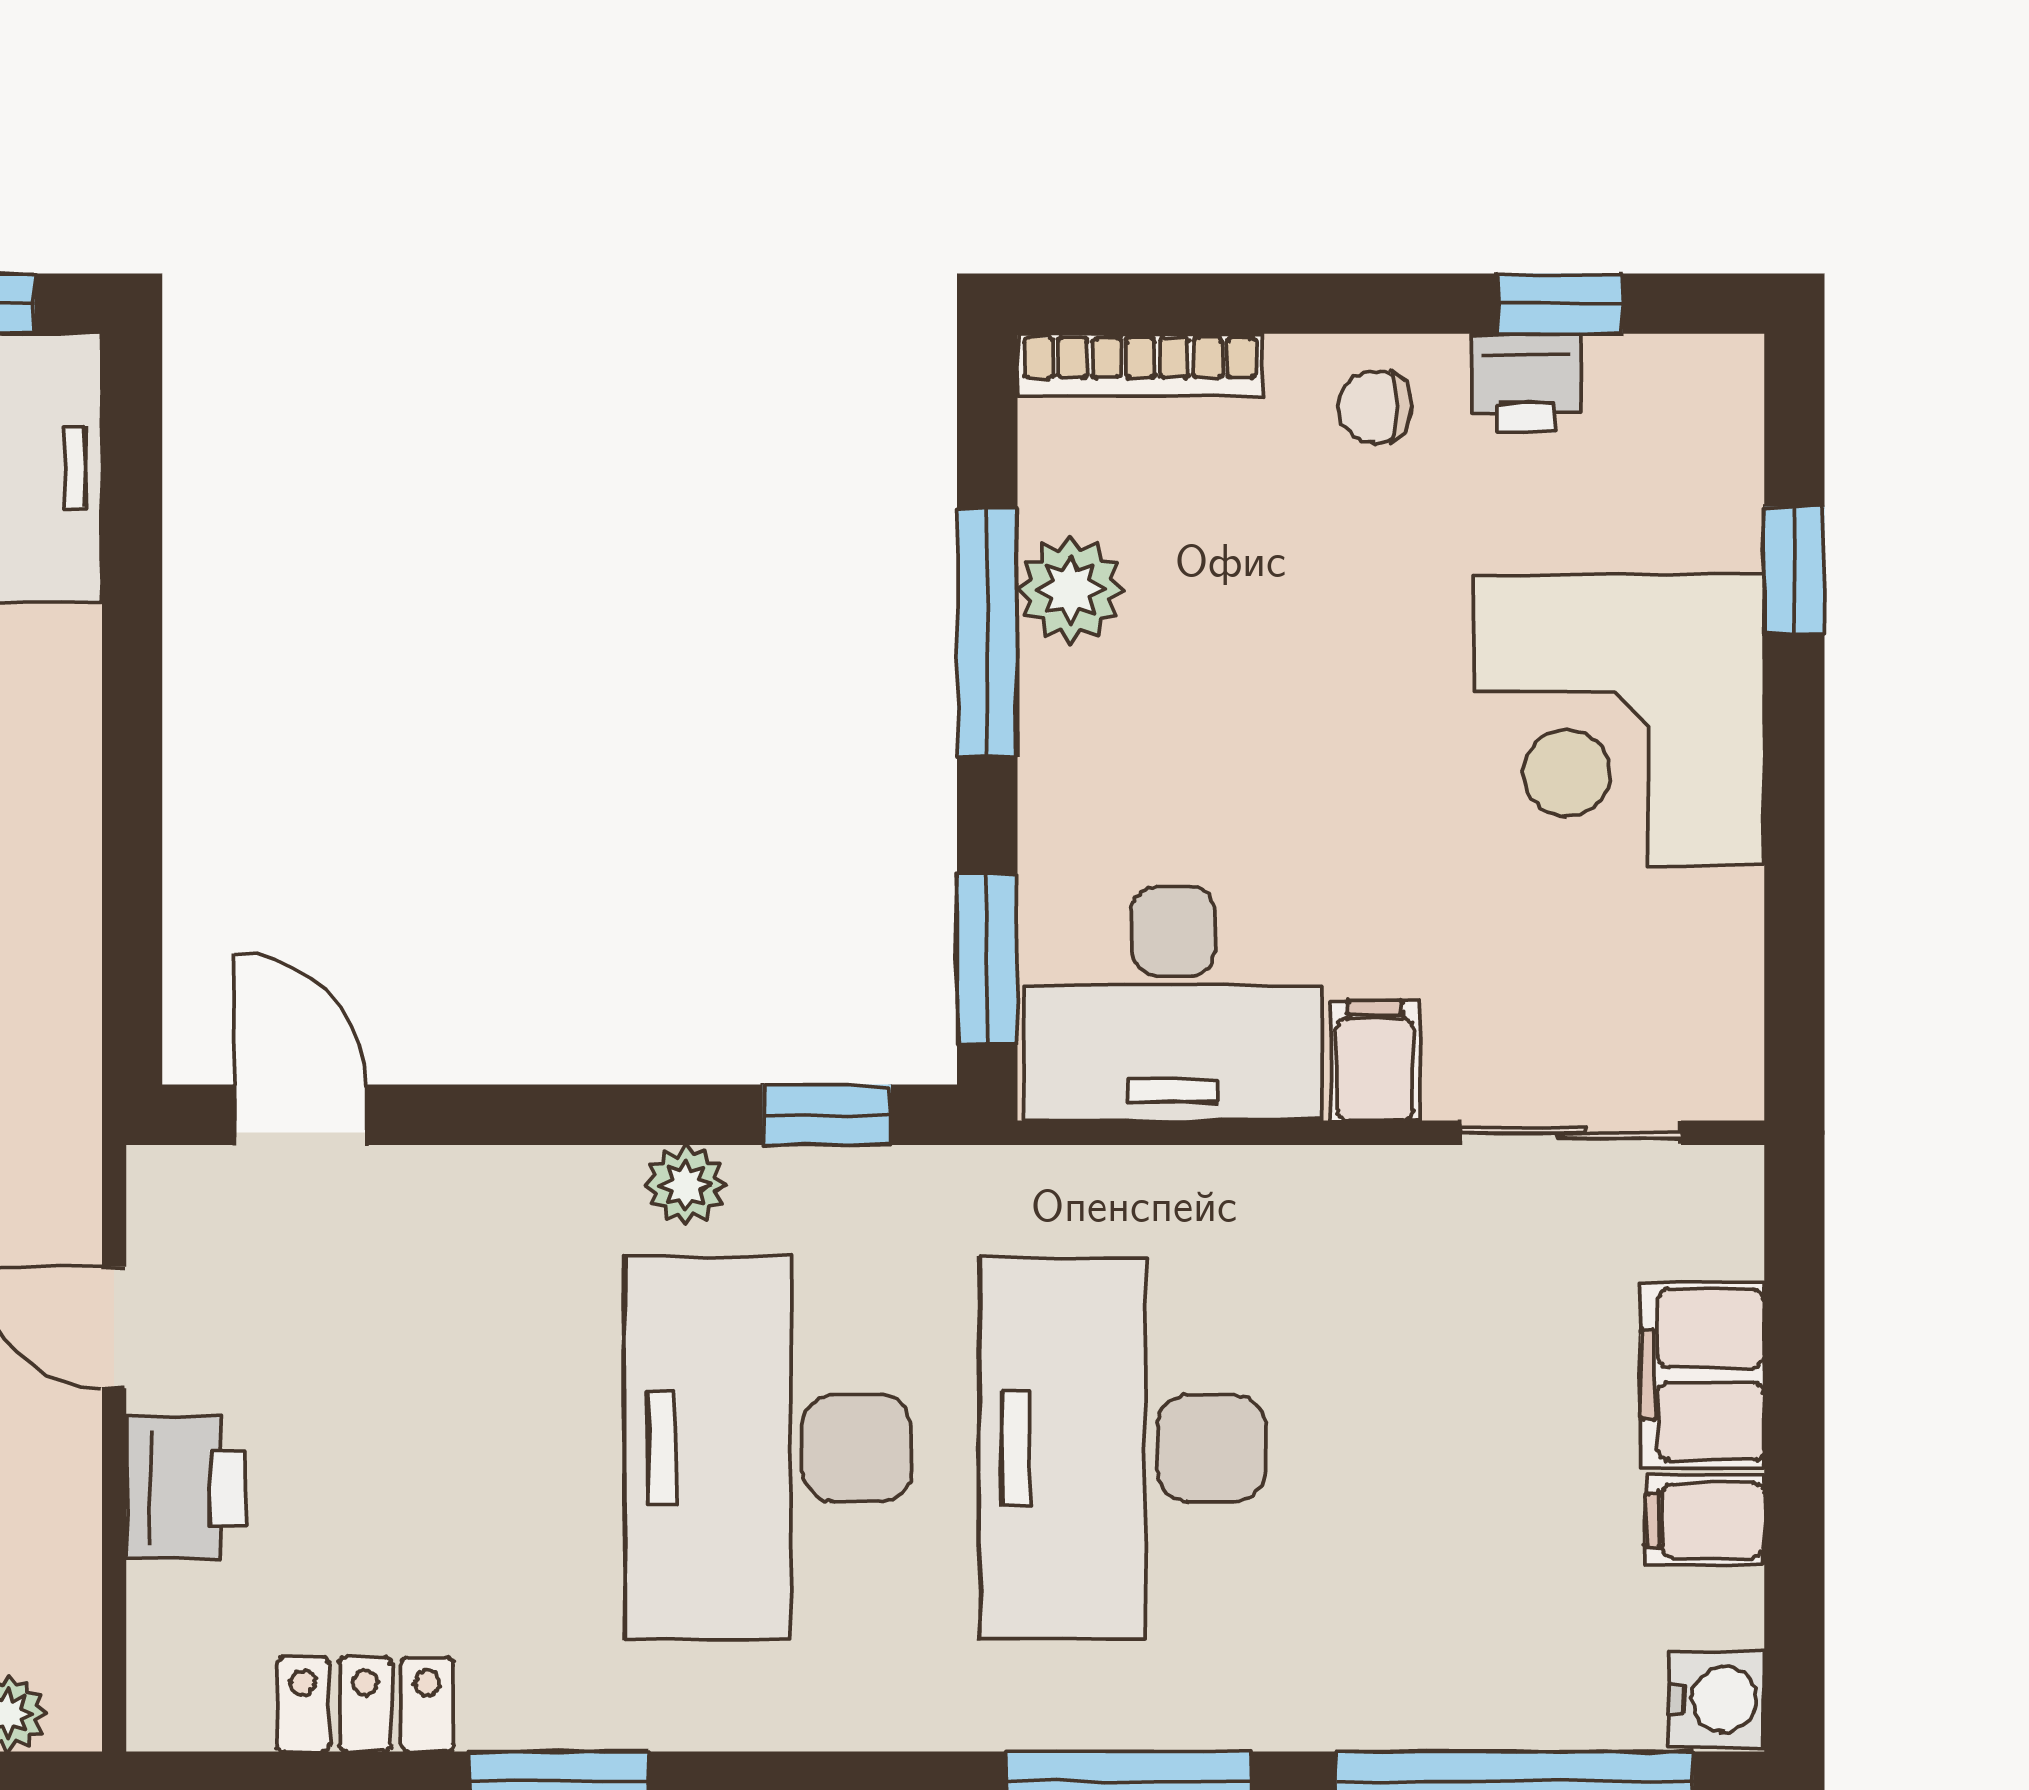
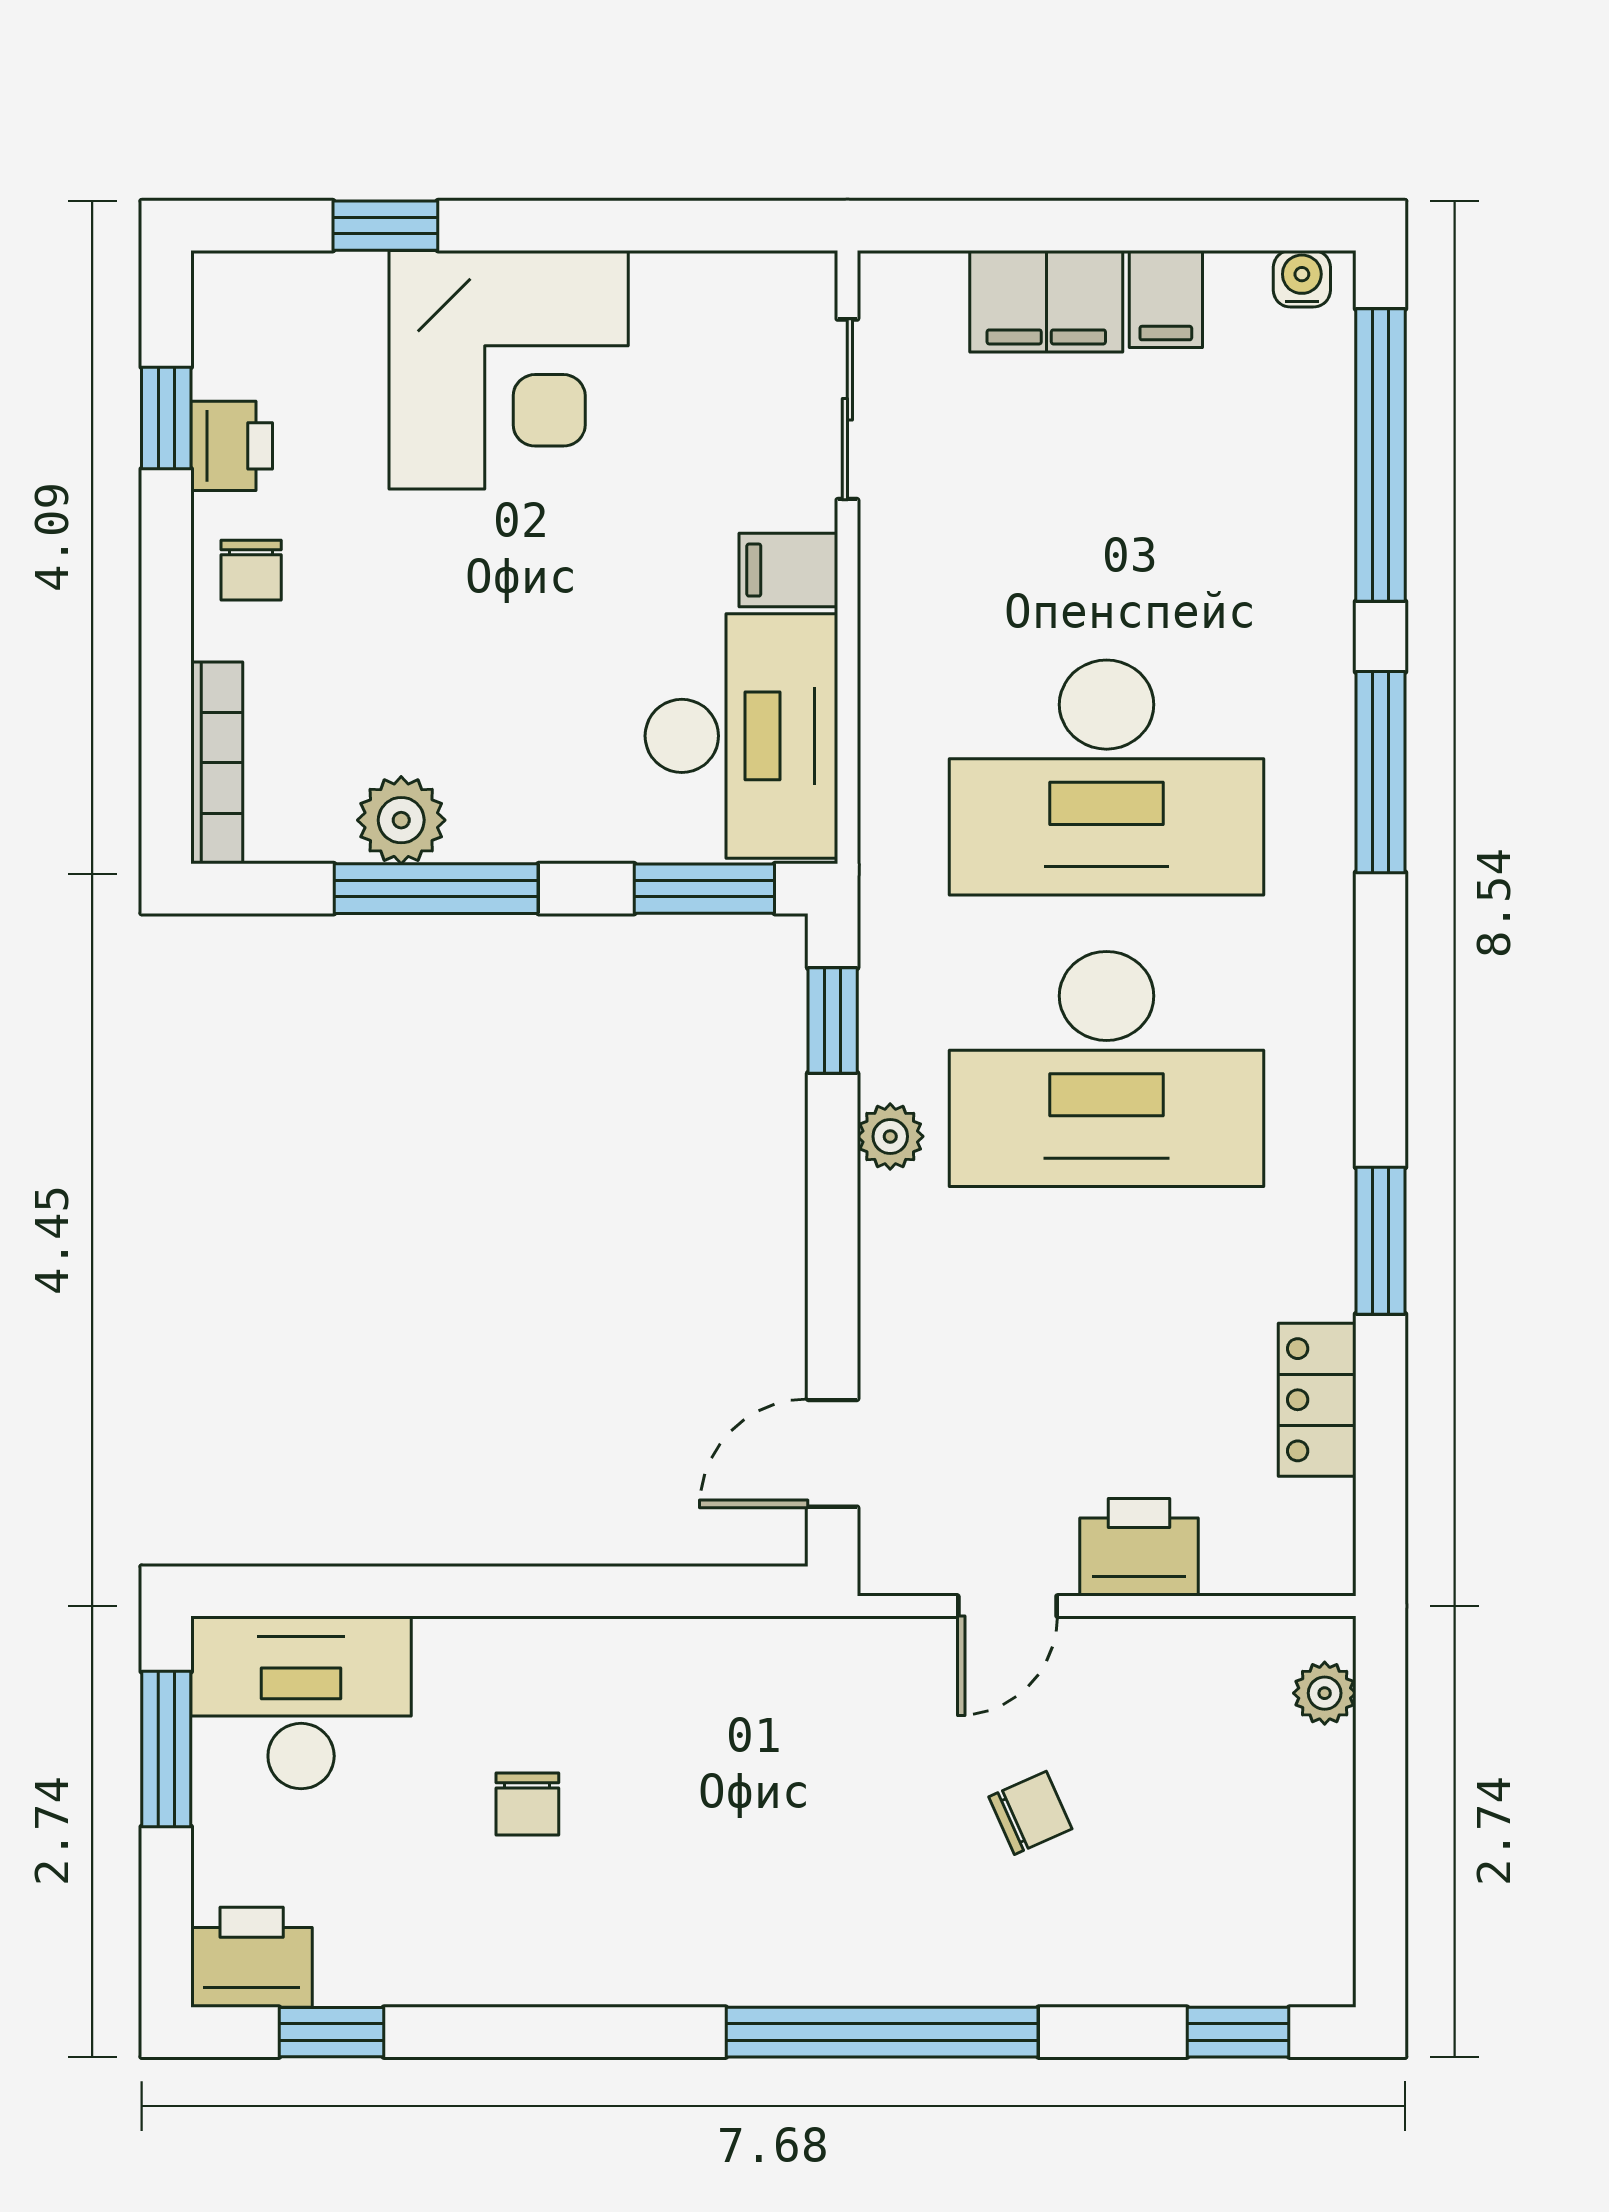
water cooler: (1716, 1699) -> (1302, 279), width x0.72, depth x0.72

